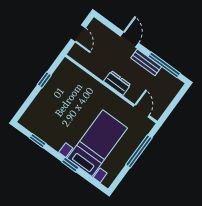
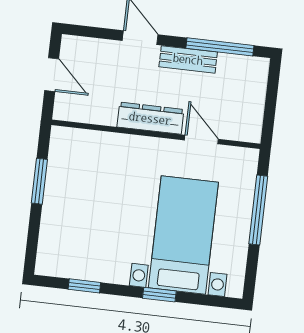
window: (44, 80) -> (39, 181), width x1.50
dresser: (117, 83) -> (150, 118), width x1.44
door: (141, 111) -> (201, 140), moved

